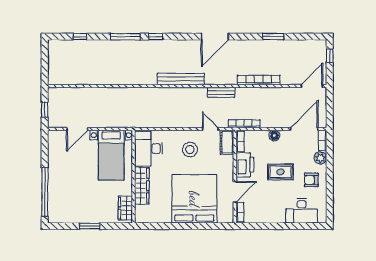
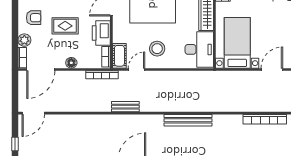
bench: (181, 79) -> (188, 120), moved
bookcase: (259, 80) -> (265, 119), moved
door: (210, 129) -> (136, 69), swing flipped

